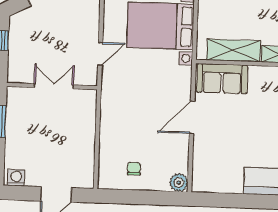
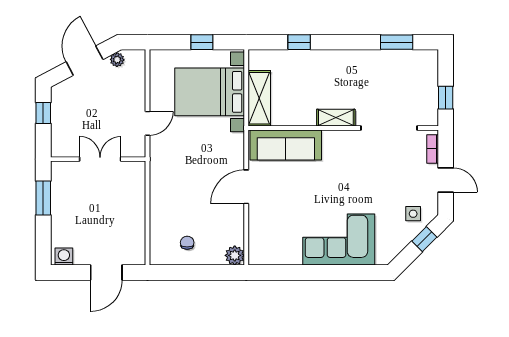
shelving: (234, 50) -> (259, 98), moved, turned 90
sofa: (222, 79) -> (286, 145), width x1.36

